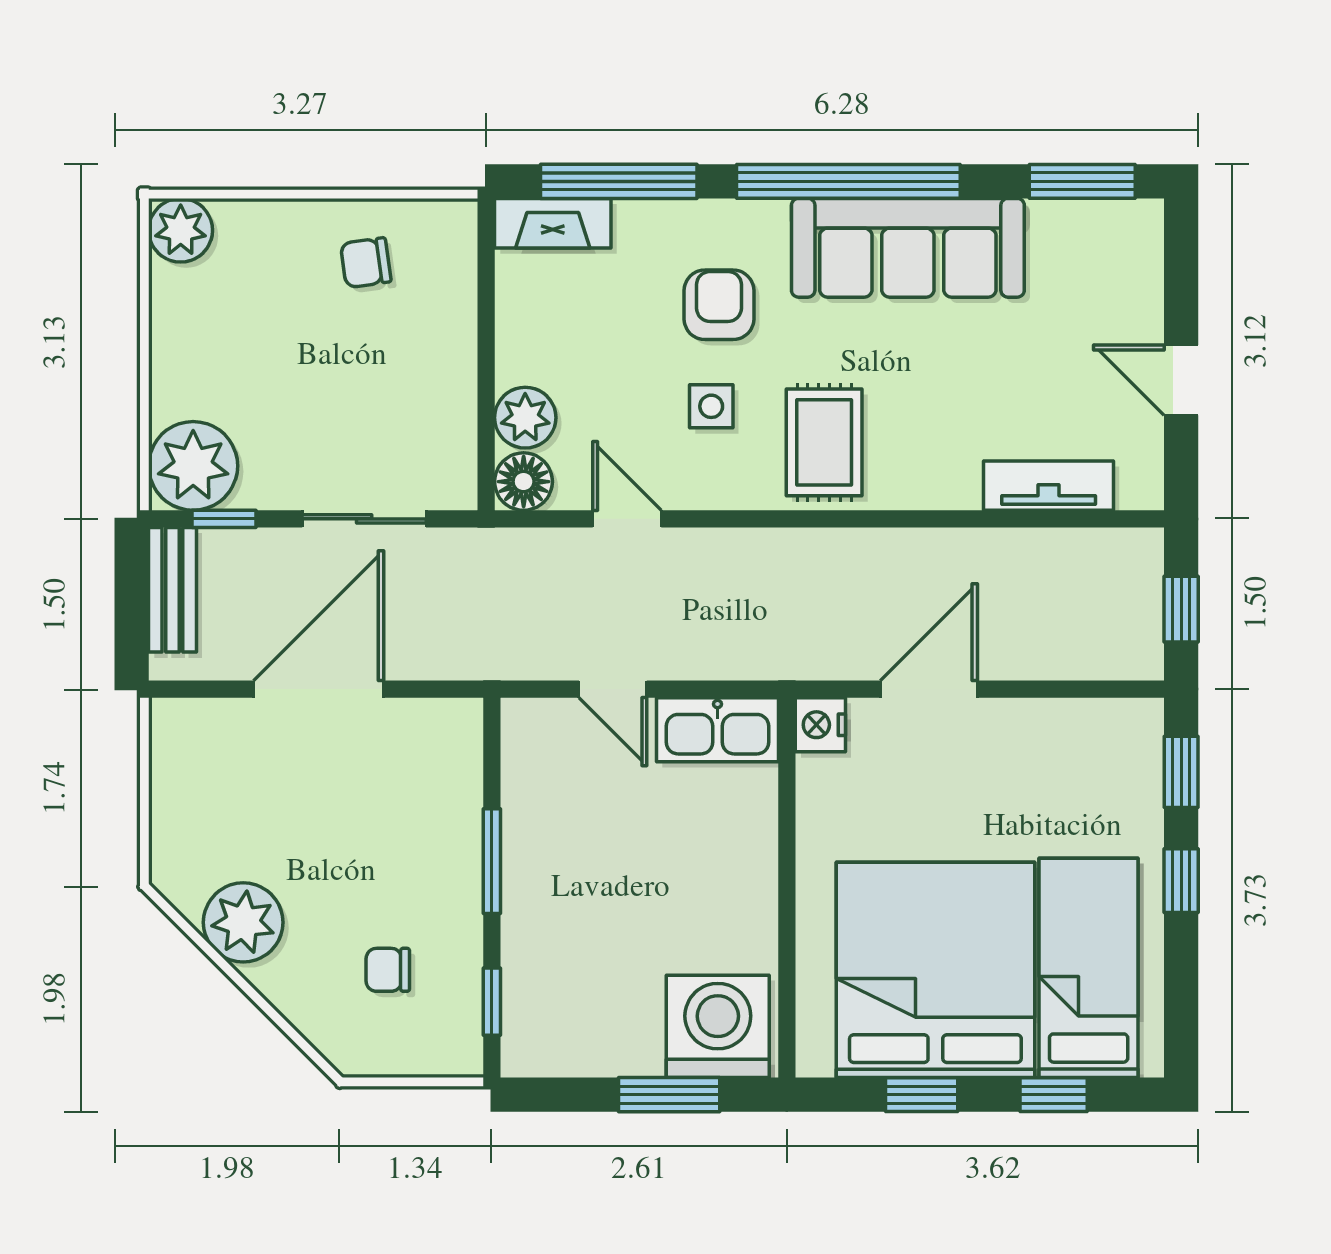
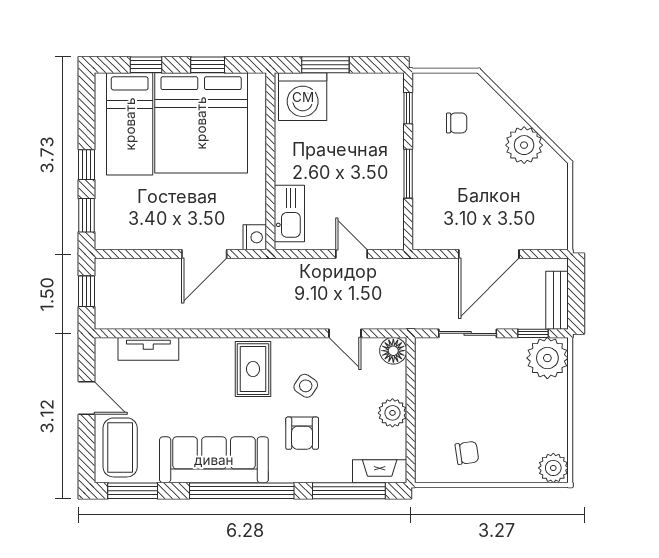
coffee table: (1109, 274) -> (120, 447), added
side table: (711, 406) -> (306, 386), turned 34
plant: (525, 418) -> (392, 413), moved
kitchen sink: (717, 730) -> (289, 213), moved, turned 90

